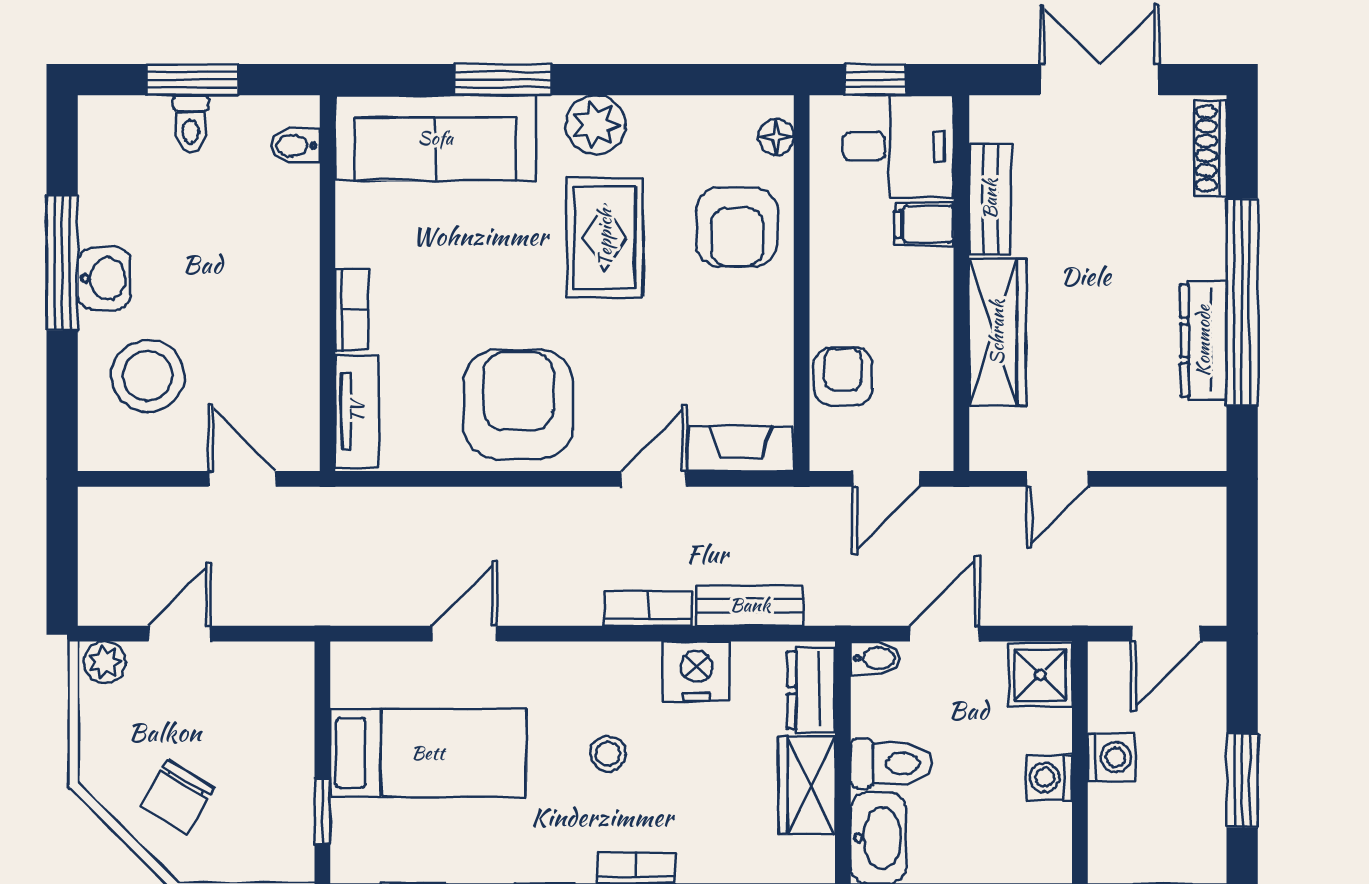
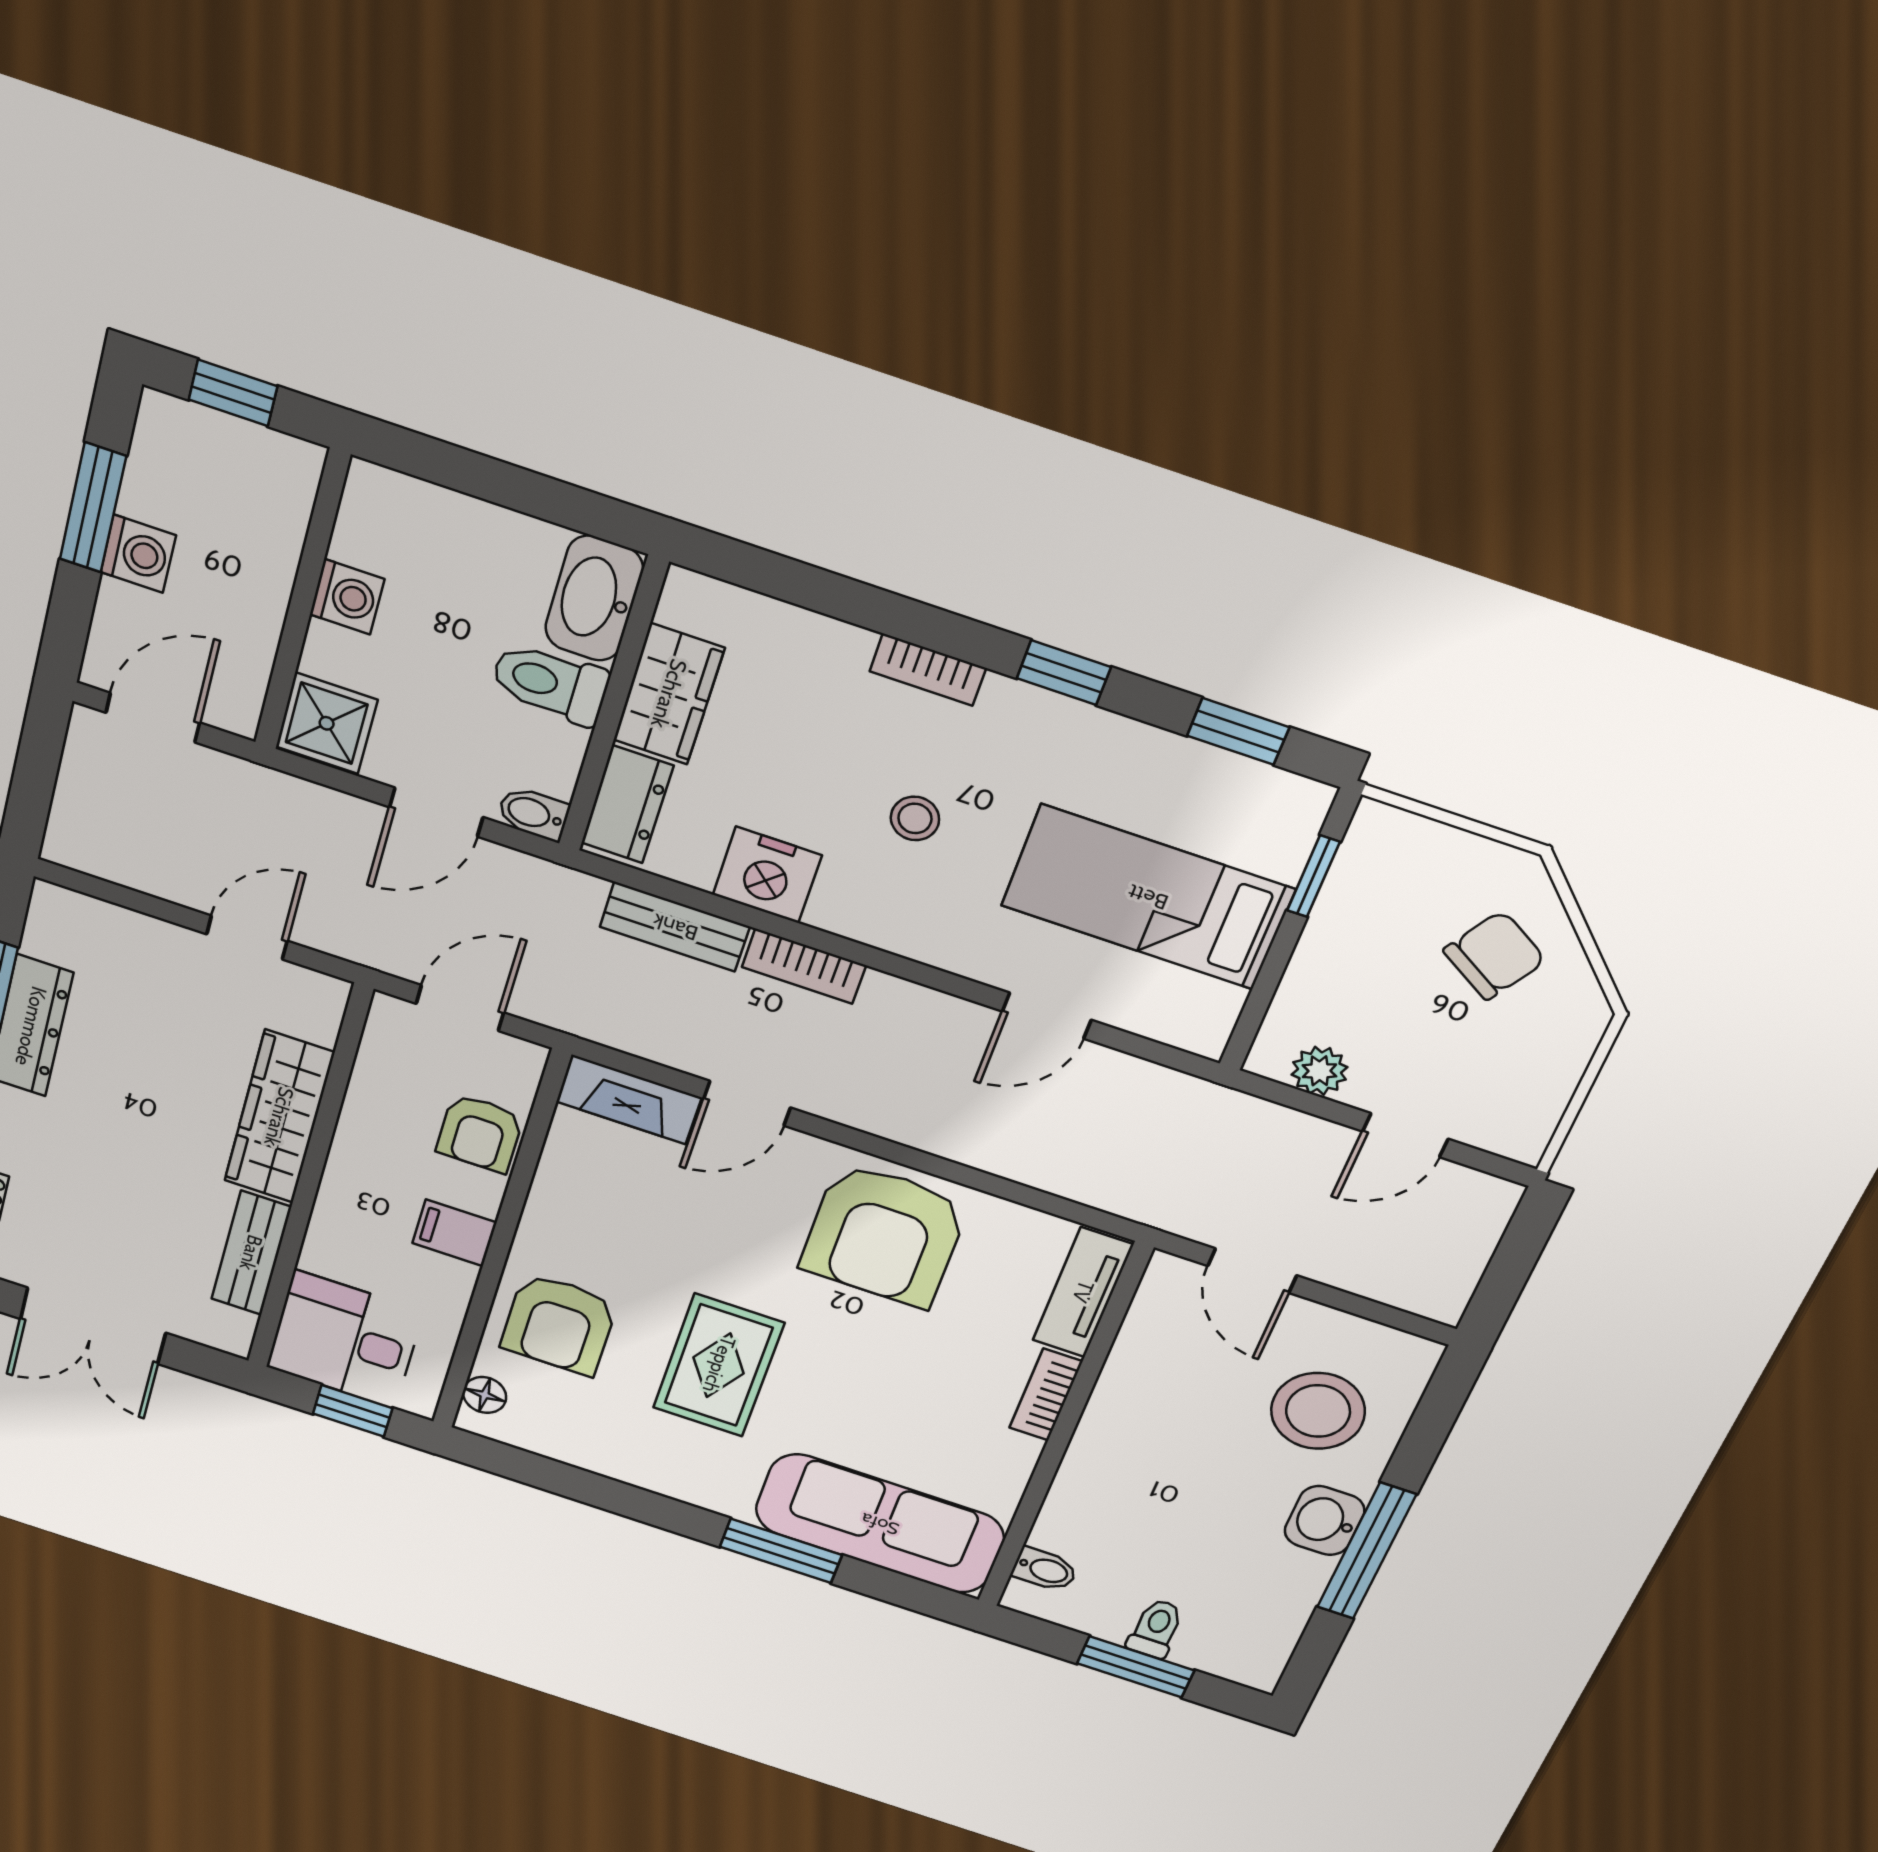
plant: (596, 125) -> (690, 1475), removed
filing cabinet: (924, 224) -> (454, 1233), moved, turned 180
armchair: (737, 227) -> (559, 1324), turned 180
plant: (105, 662) -> (1319, 1071), moved
washing machine: (1111, 757) -> (138, 554), moved, turned 180

